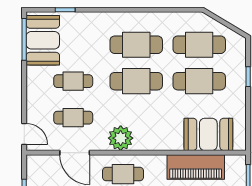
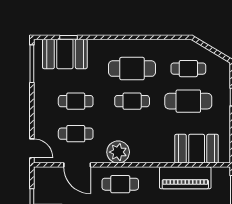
booth: (43, 40) -> (65, 54), moved, turned 90
cafe table: (199, 45) -> (188, 69), width x0.73, depth x0.74
cafe table: (136, 81) -> (132, 101), width x0.73, depth x0.74

